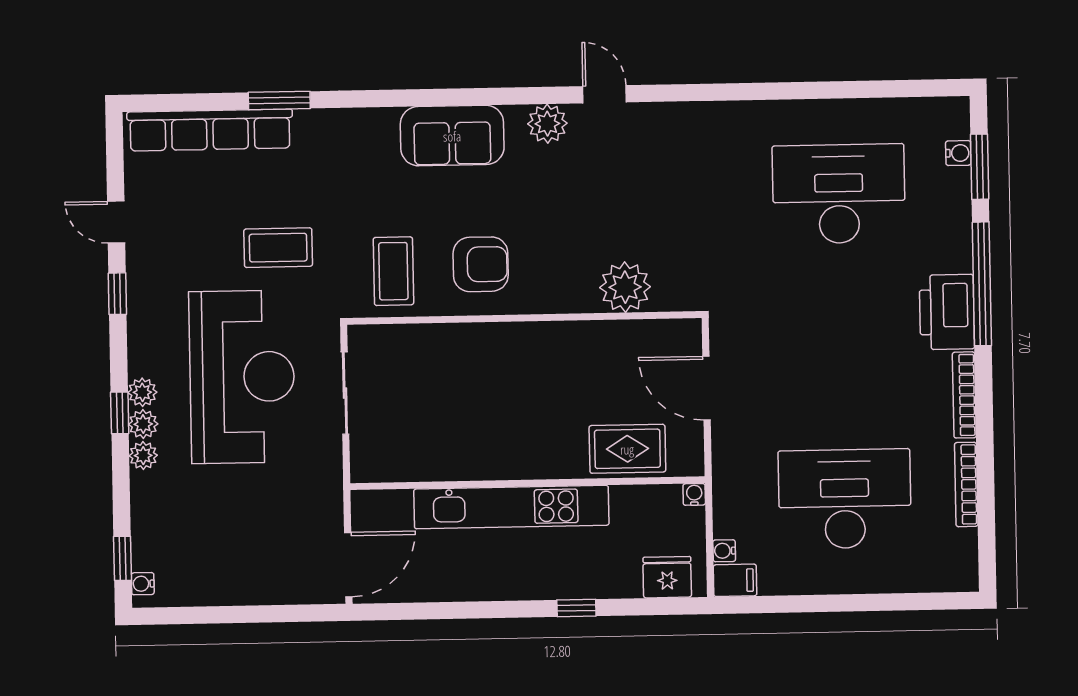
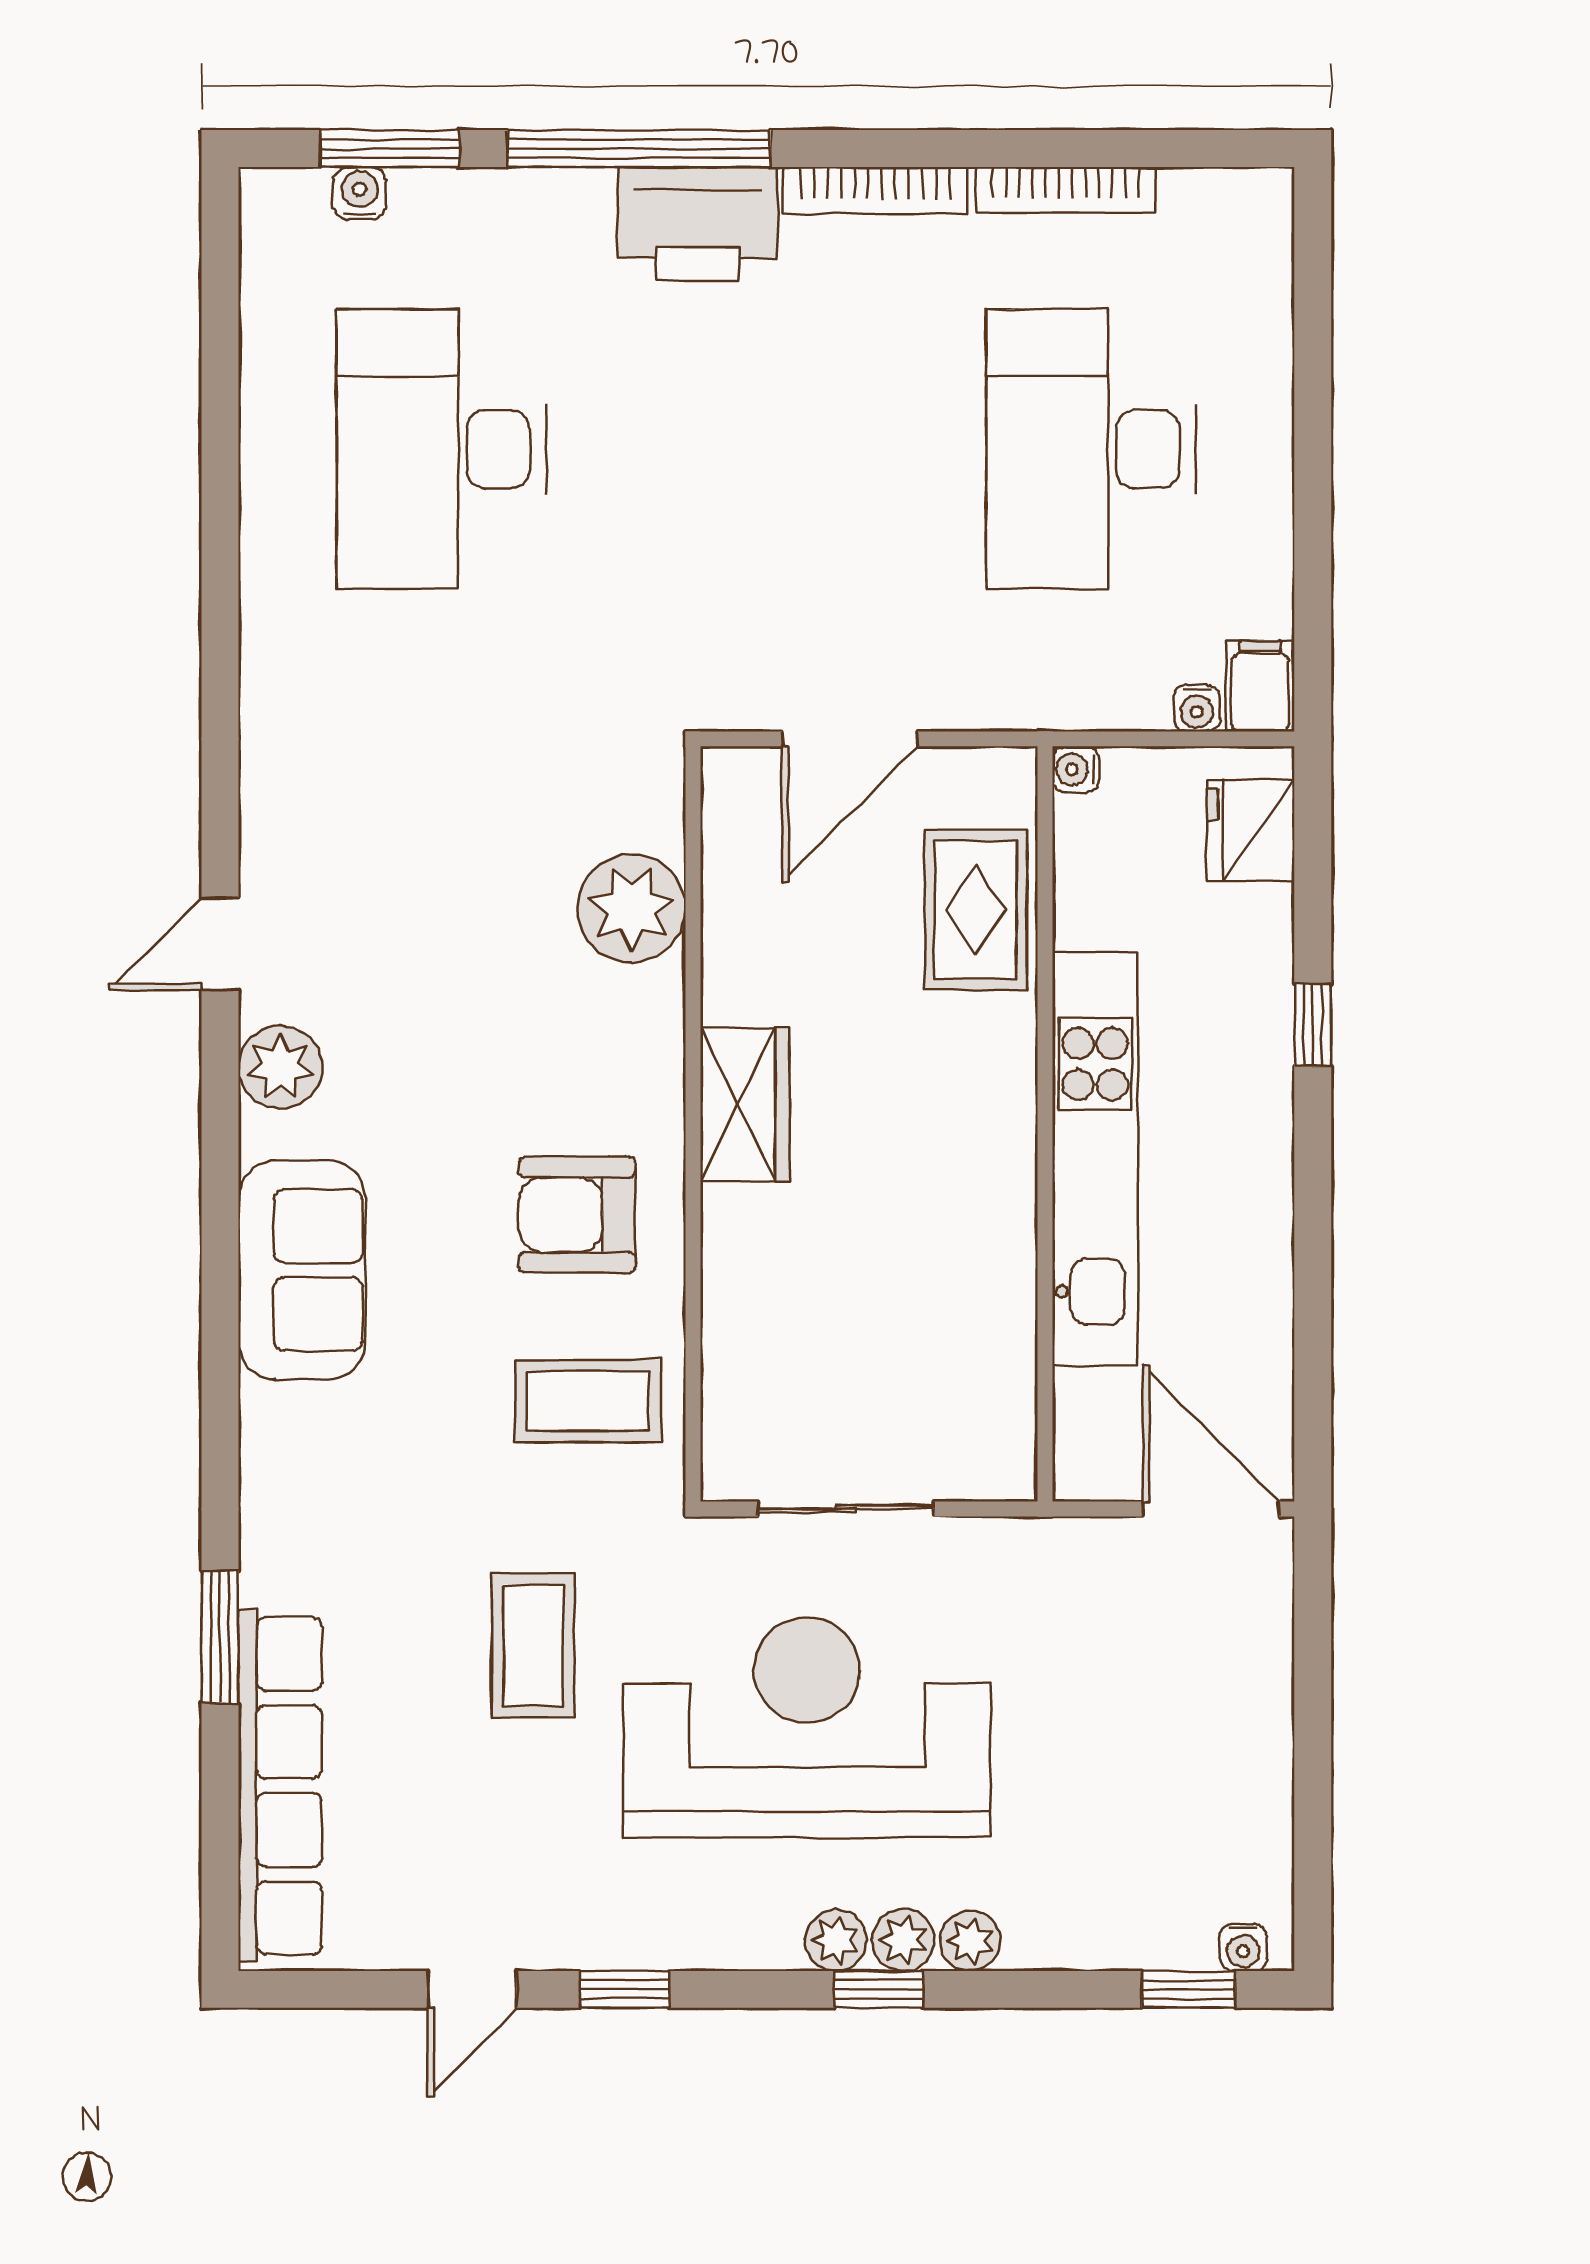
armchair: (481, 264) -> (577, 1215), turned -90
wardrobe: (534, 342) -> (745, 1105), added

